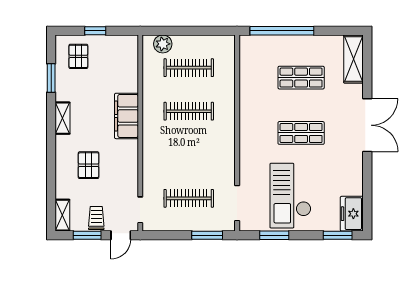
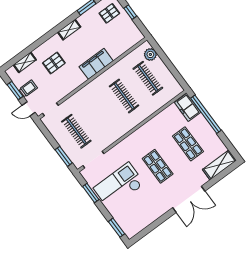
freezer: (352, 214) -> (188, 107), moved, turned -90
shelving: (62, 215) -> (25, 62), moved

